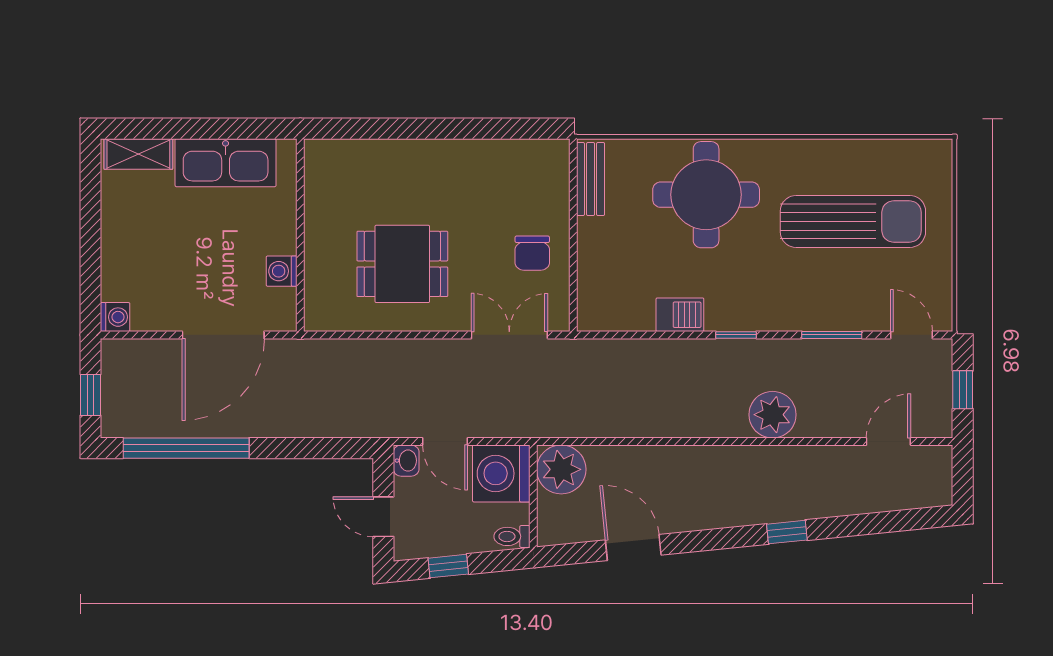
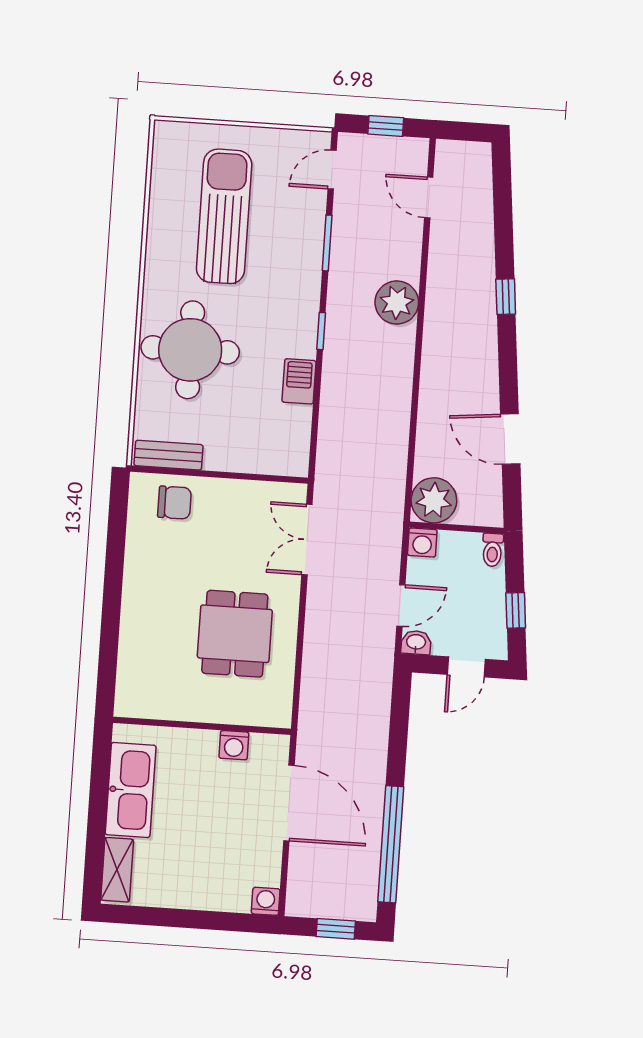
chair: (532, 253) -> (175, 503), moved
washing machine: (501, 473) -> (422, 542), width x0.53, depth x0.53
door: (633, 547) -> (510, 439), hinge flipped

